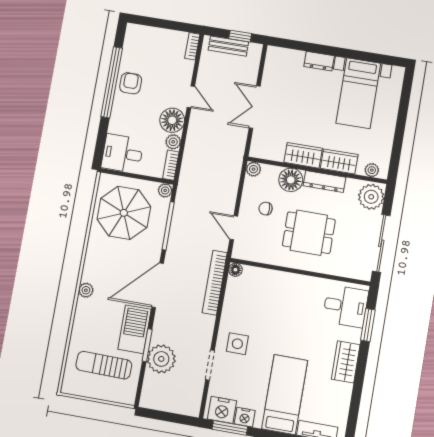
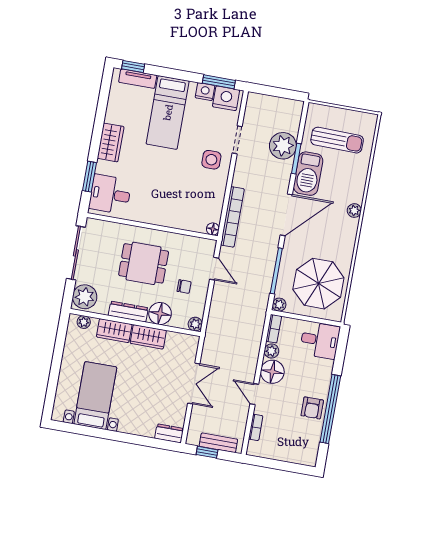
bookcase: (192, 46) -> (256, 427), moved
dresser: (319, 61) -> (169, 433), moved

